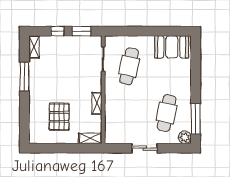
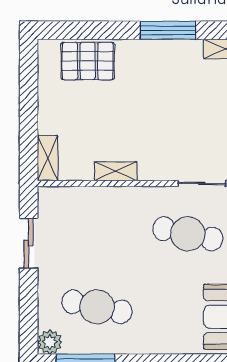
pallet: (59, 117) -> (88, 61), moved
sliding door: (145, 148) -> (29, 243), moved

